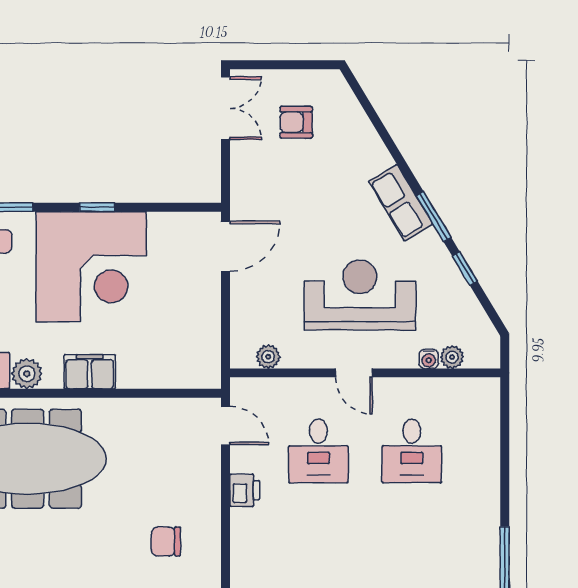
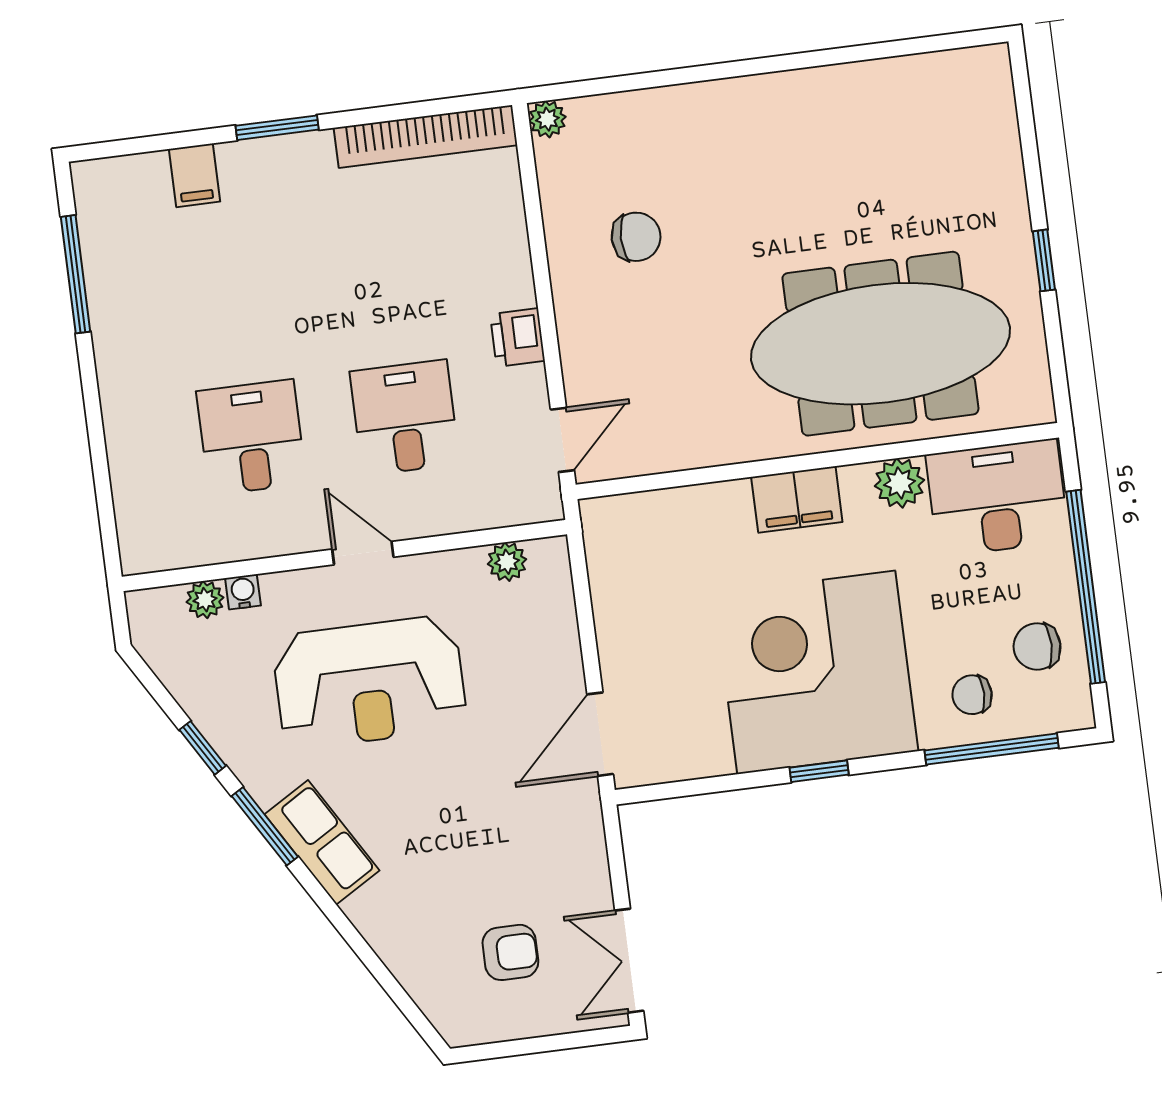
door: (226, 425) -> (562, 440), swing flipped

